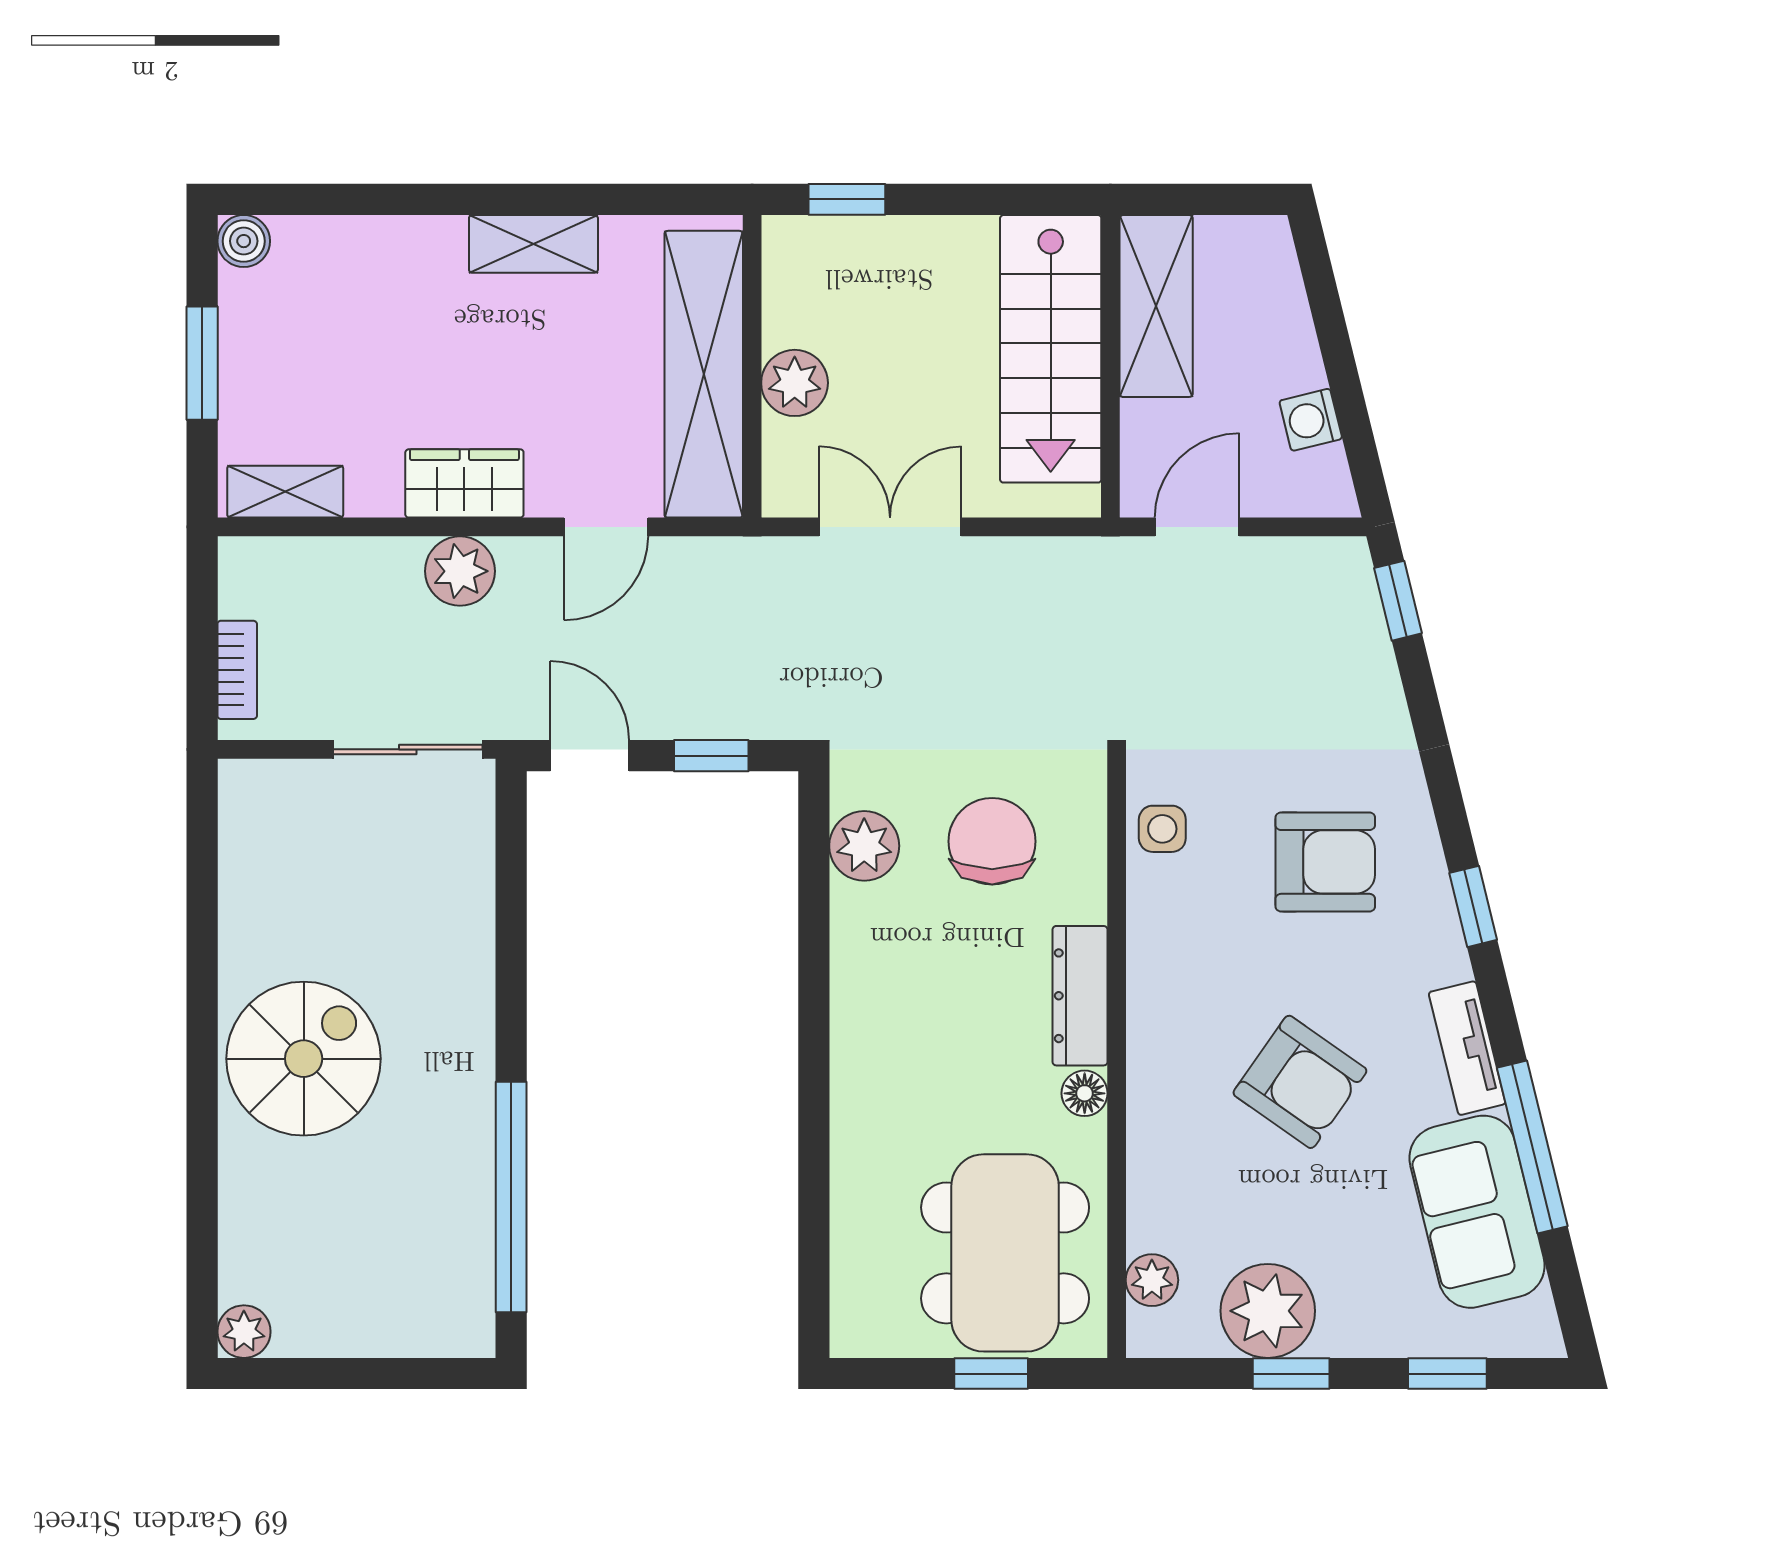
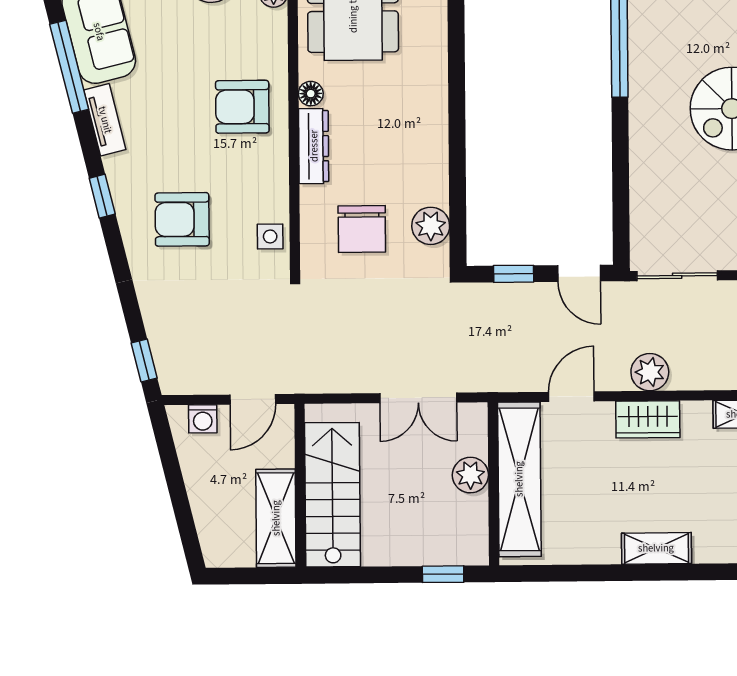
shelving: (533, 244) -> (656, 548), moved
washing machine: (1311, 420) -> (203, 419), moved, turned 104
armchair: (1300, 1082) -> (242, 107), moved, turned -35

